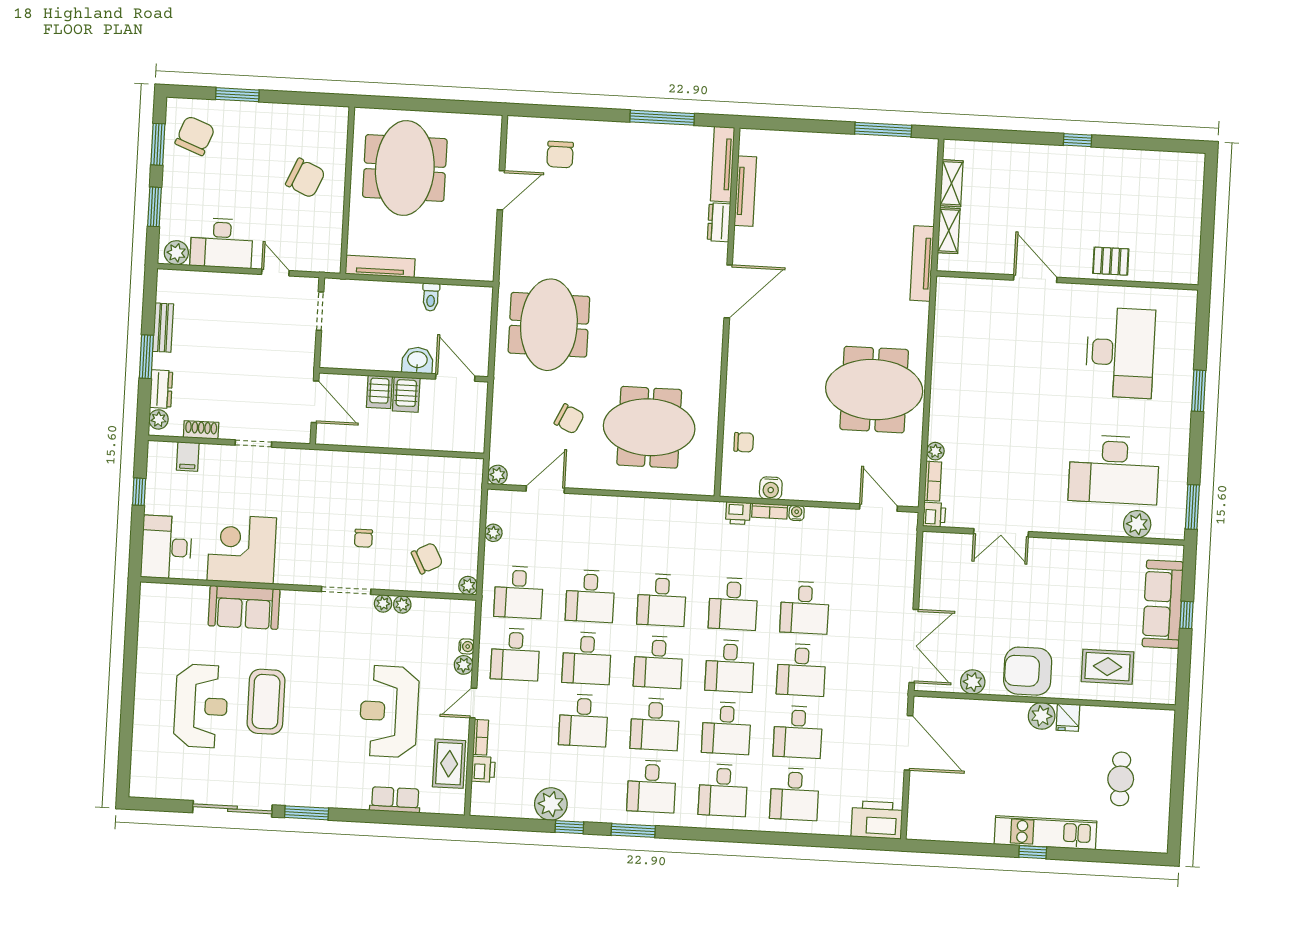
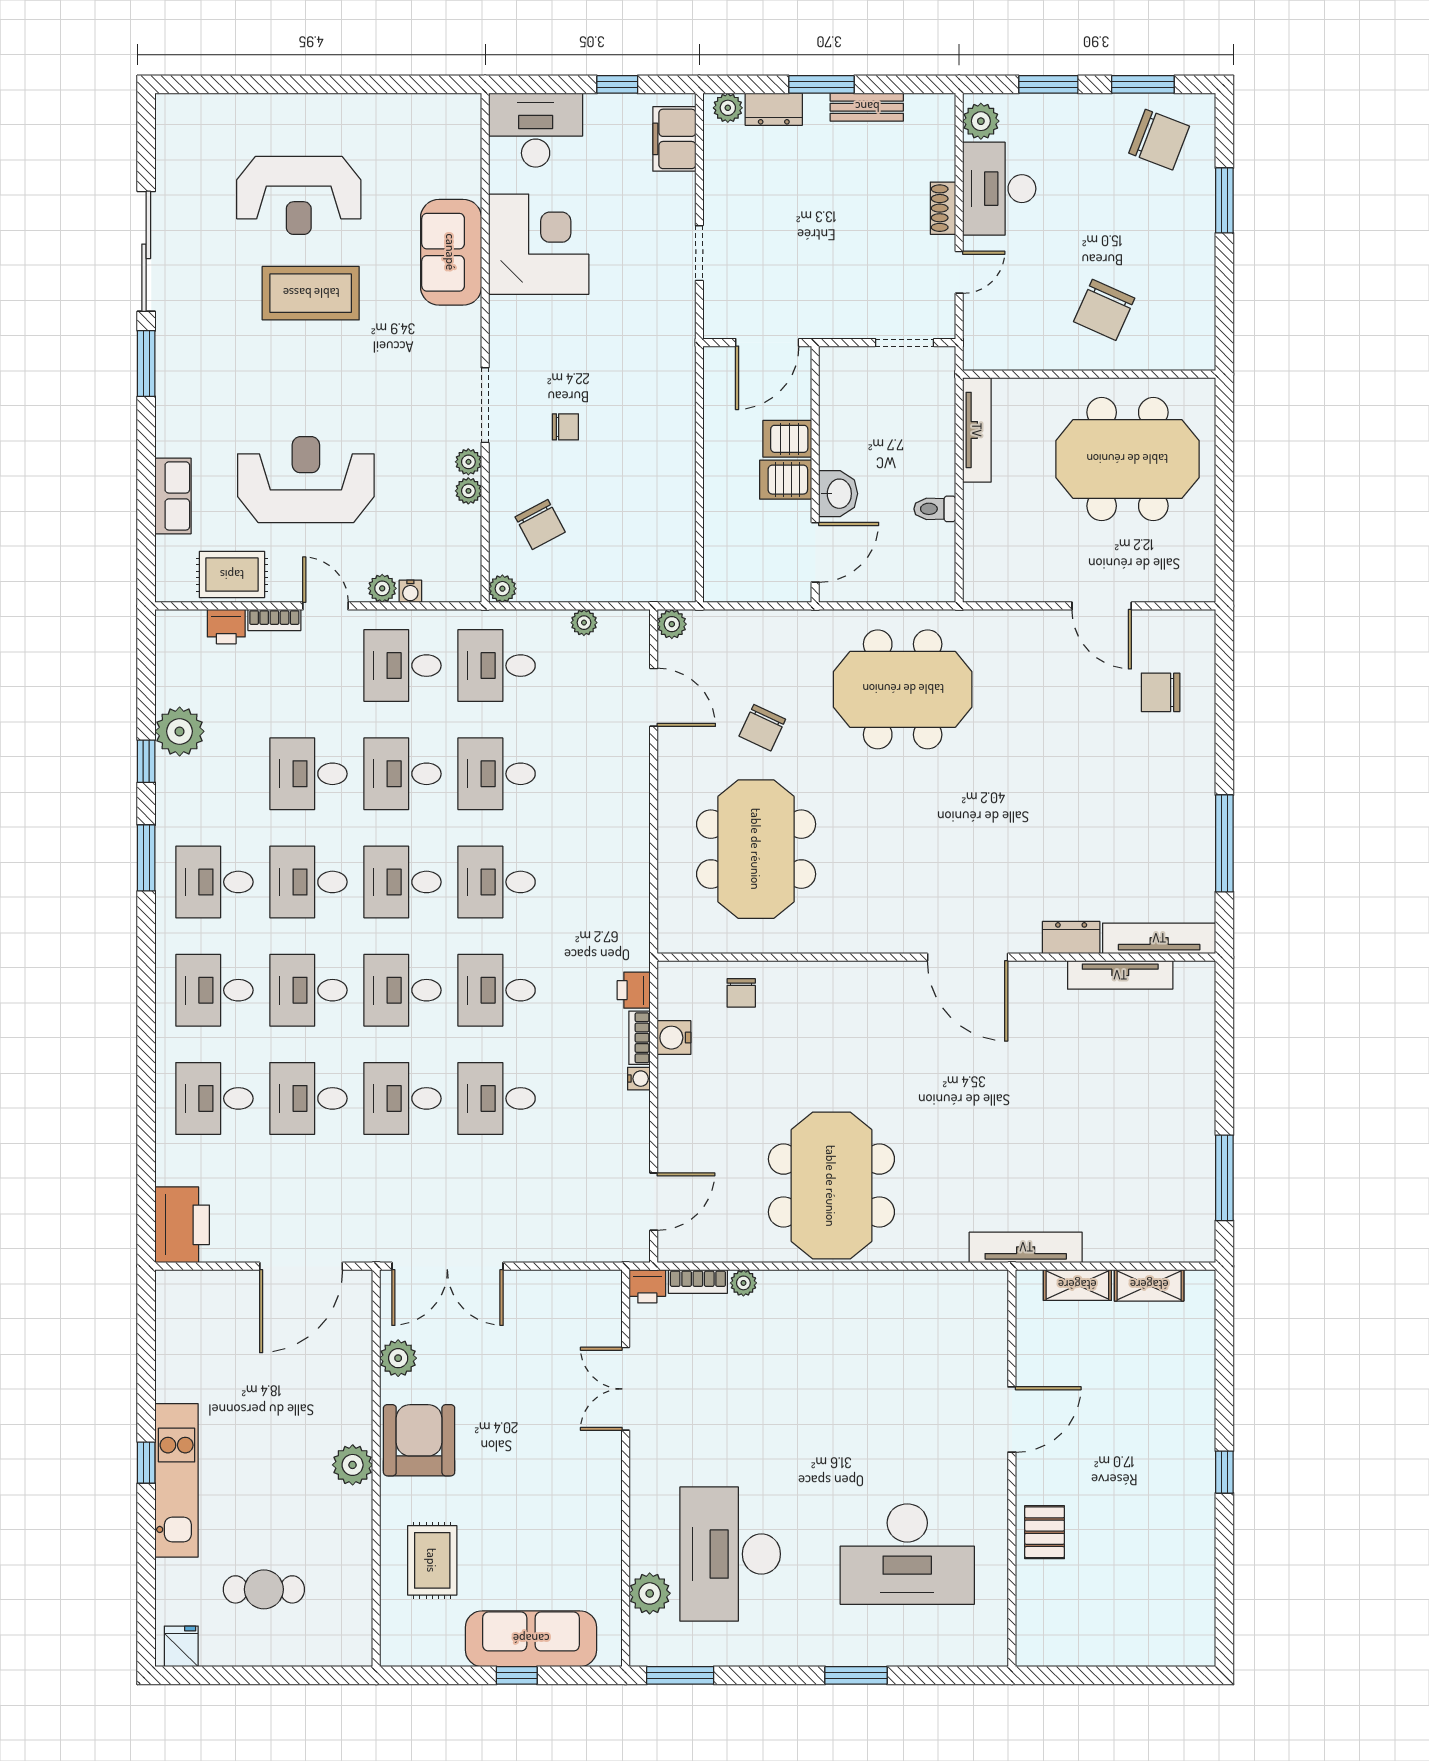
shoe rack: (201, 430) -> (943, 208), moved, turned 180
filing cabinet: (188, 456) -> (674, 139), width x2.00
chair: (363, 538) -> (565, 427), turned 180
fridge: (1068, 717) -> (181, 1646), moved, turned 90

